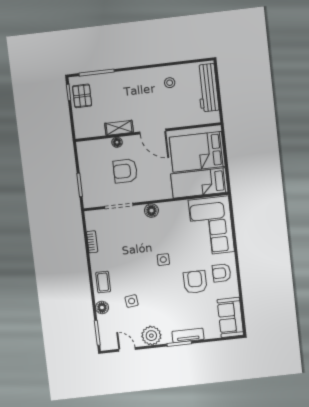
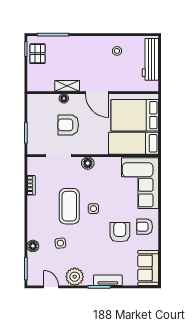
coffee table: (103, 282) -> (69, 206), moved, width x1.86, depth x1.72

